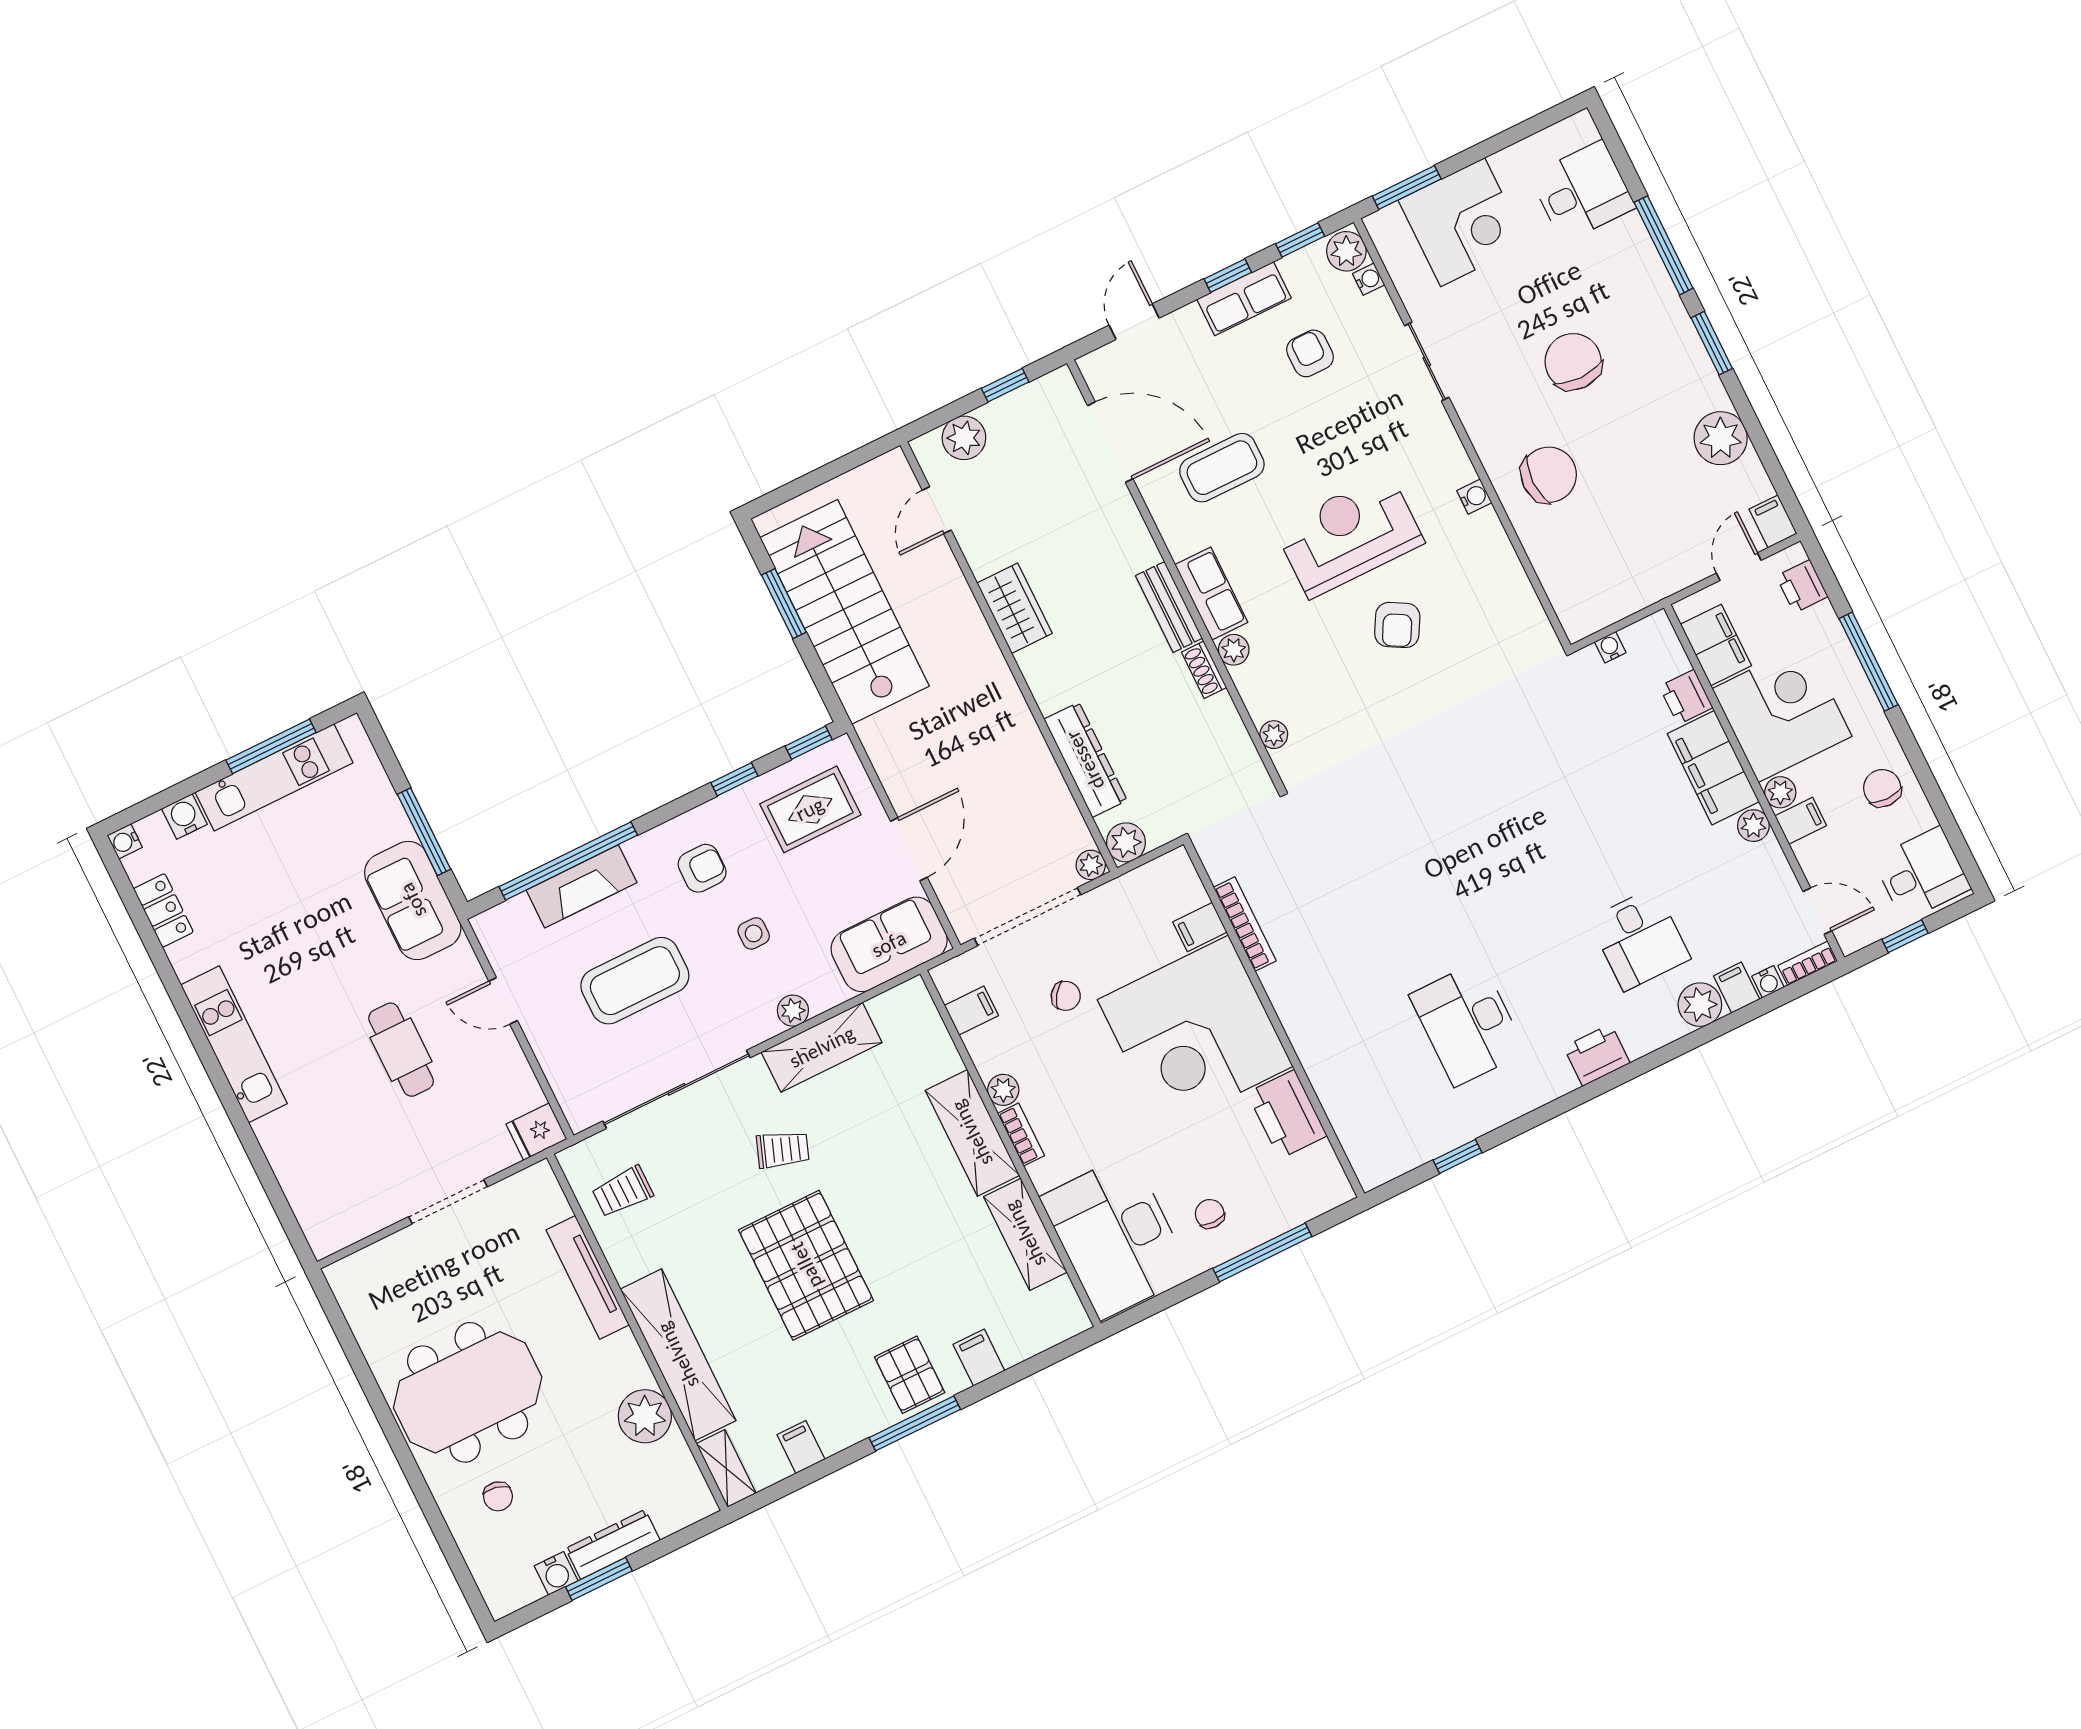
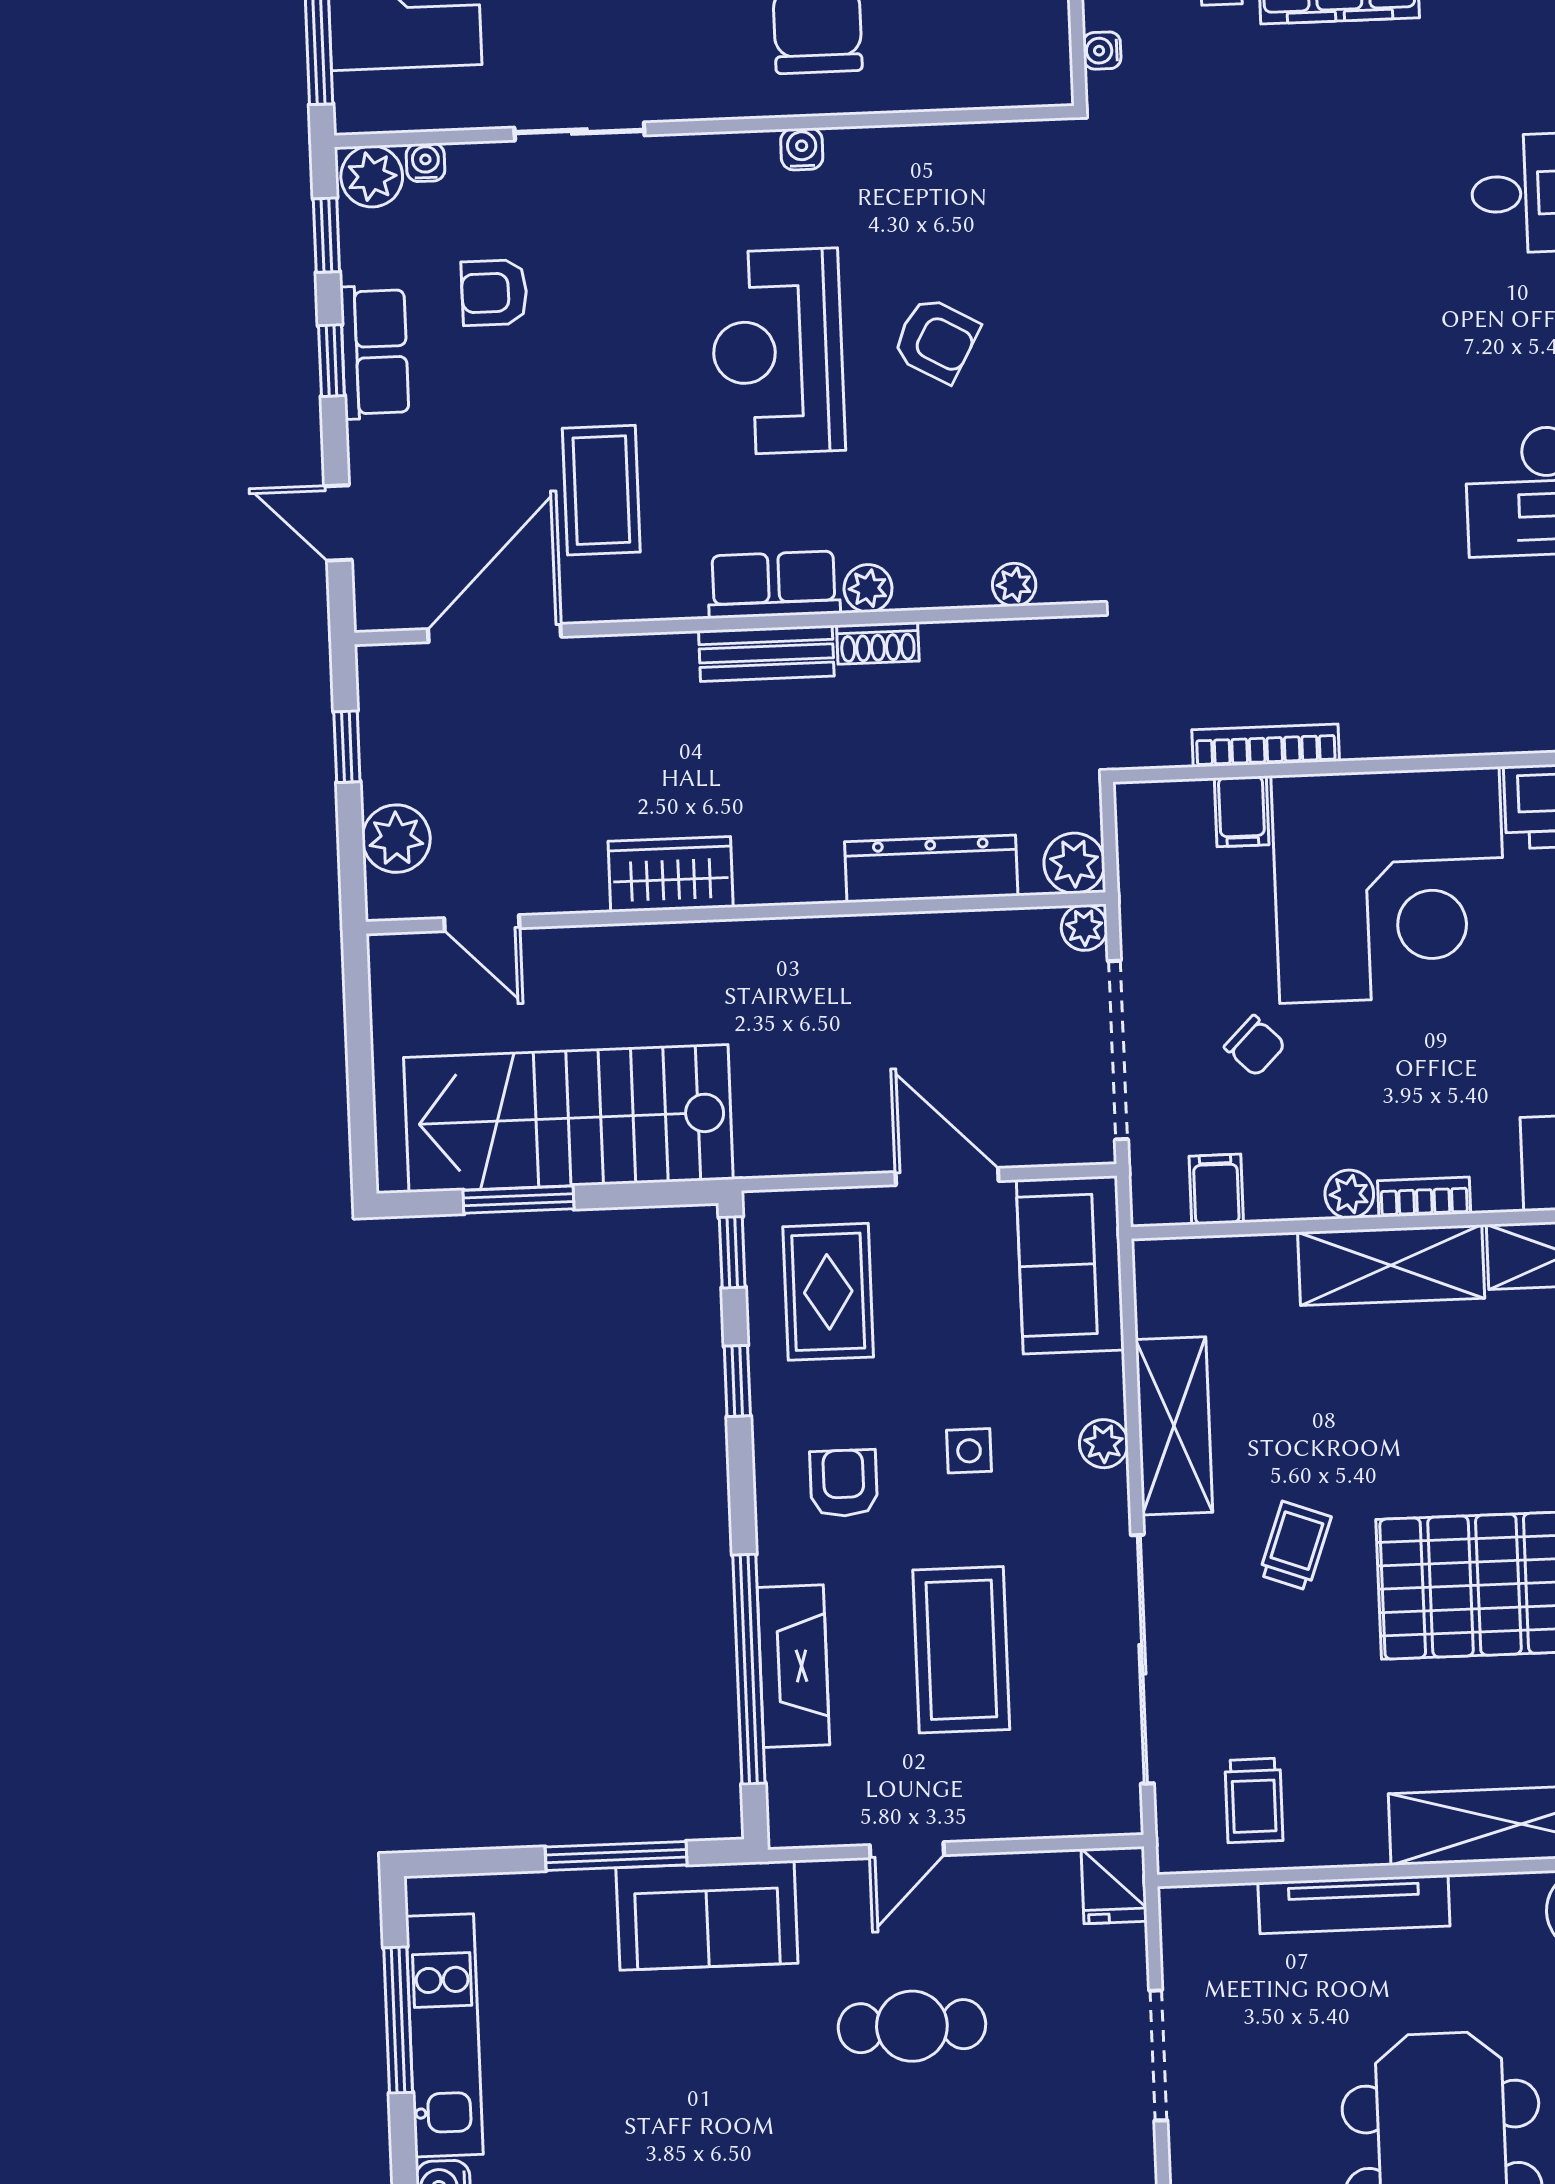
chair: (1066, 996) -> (1255, 1046), turned 100

